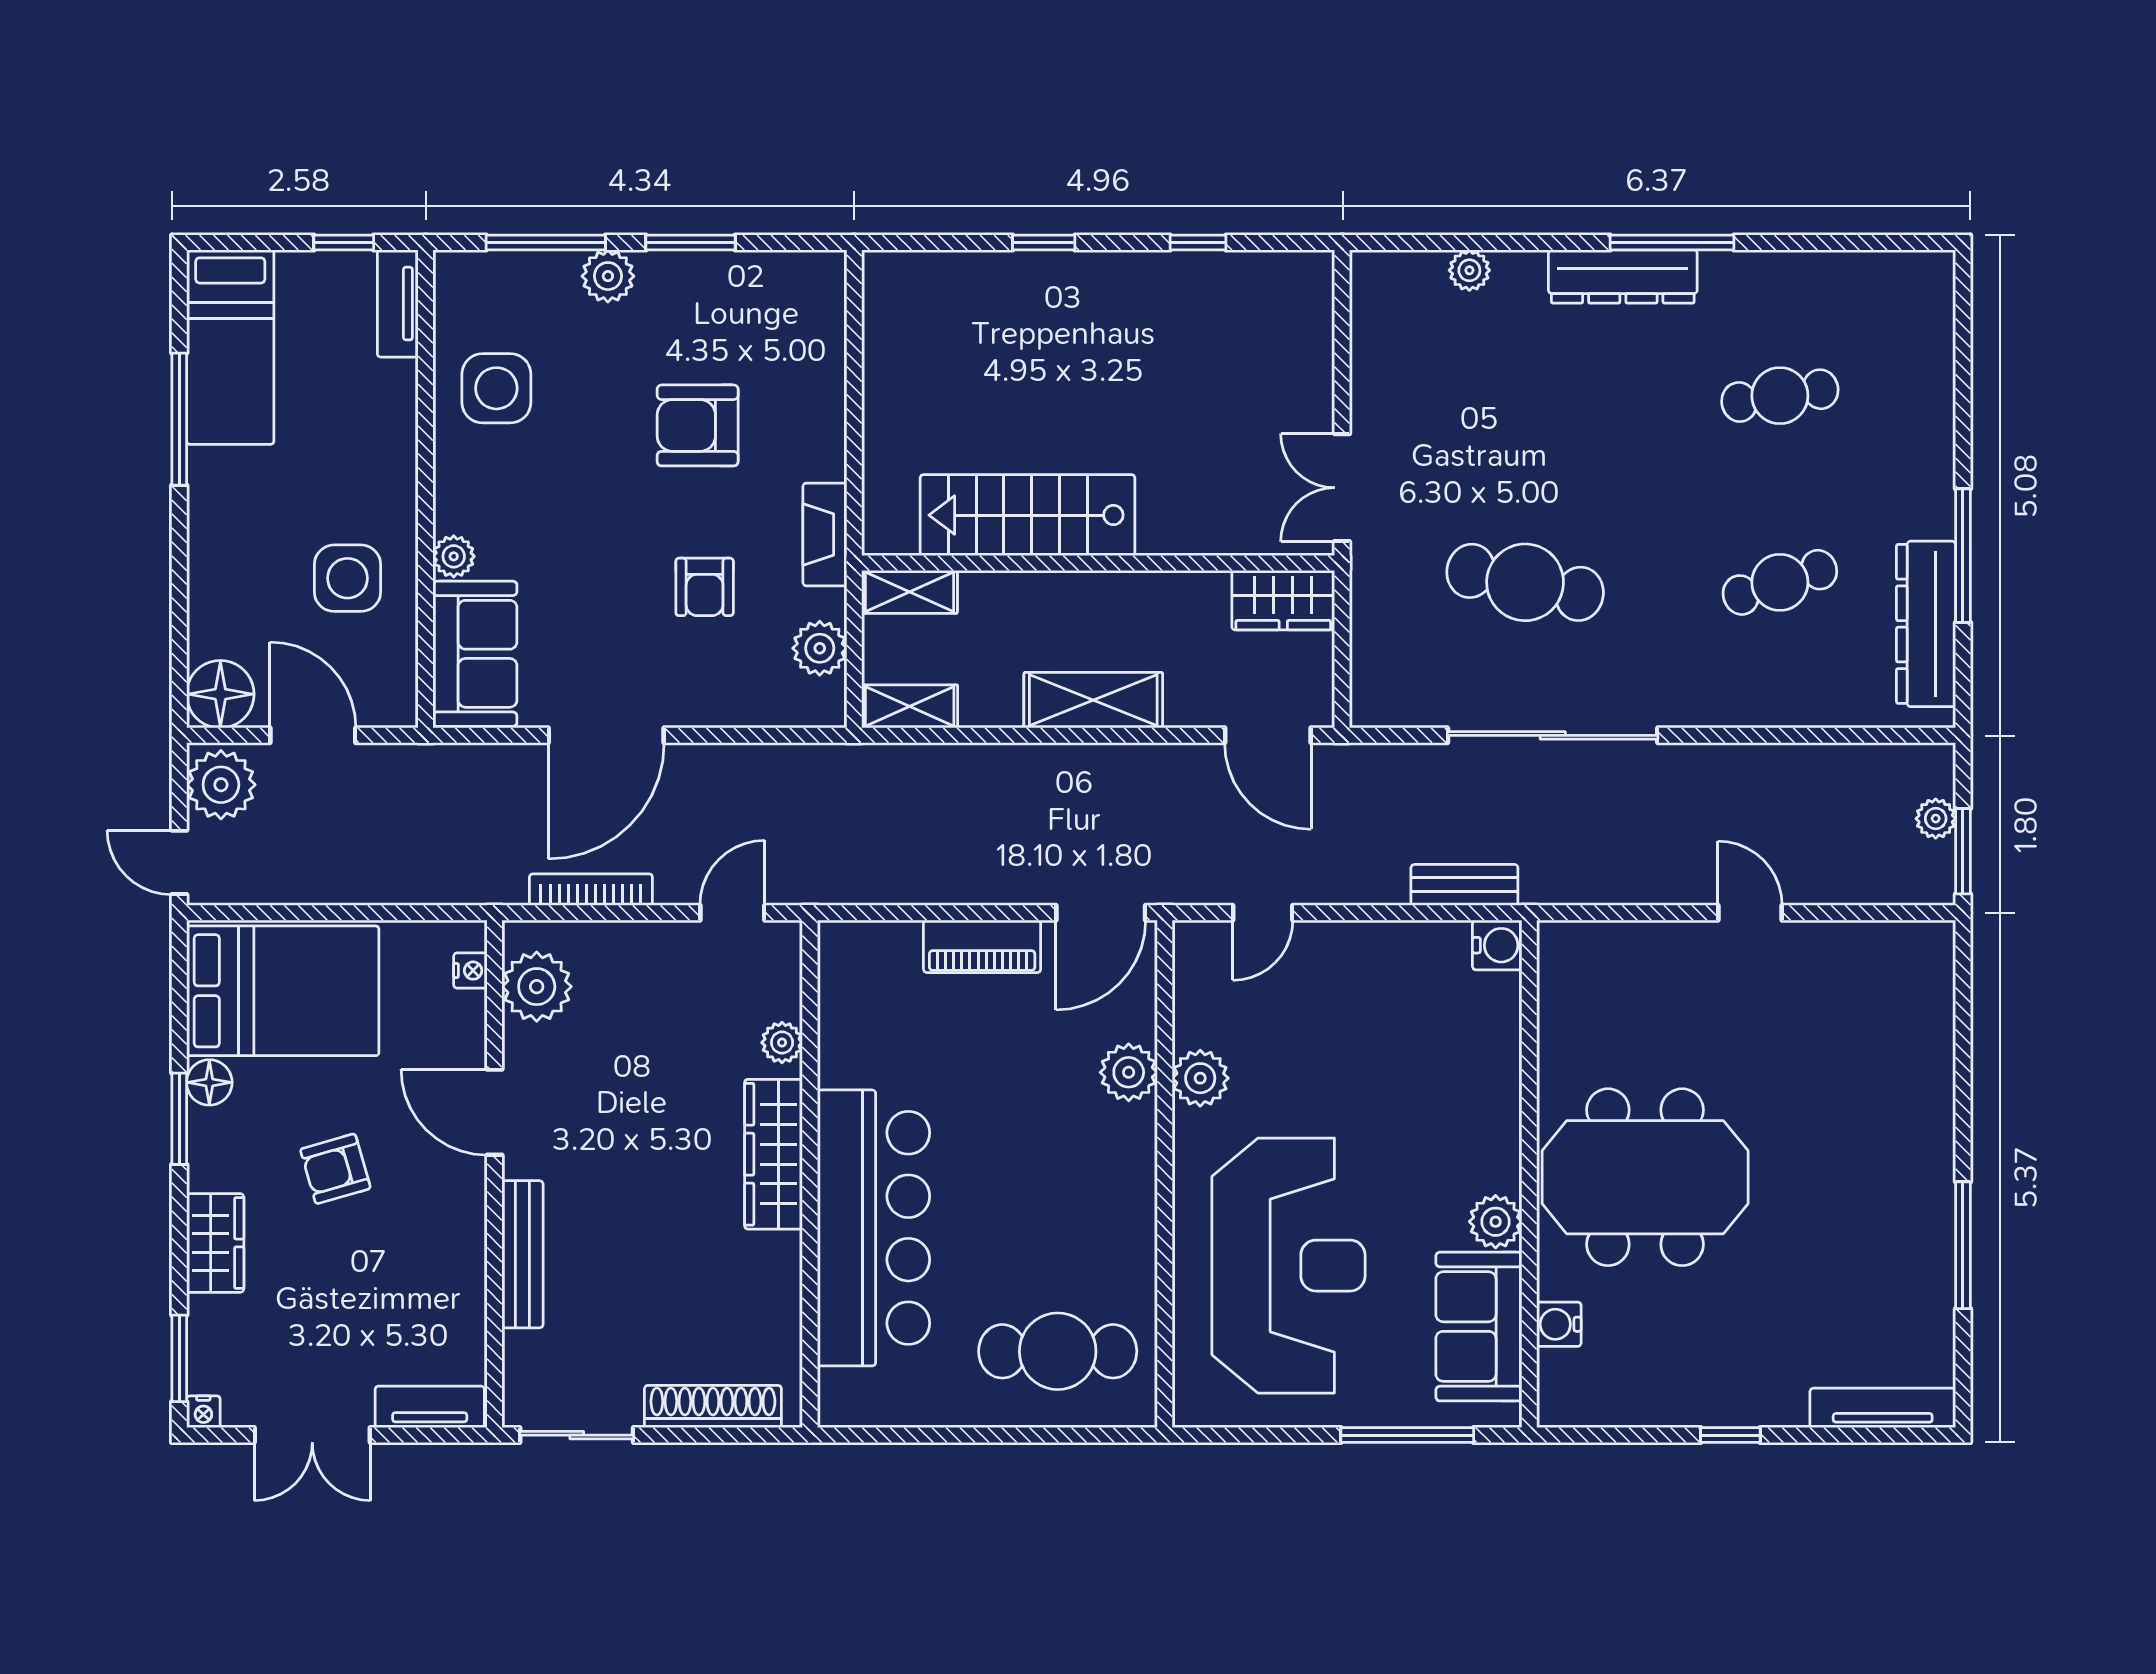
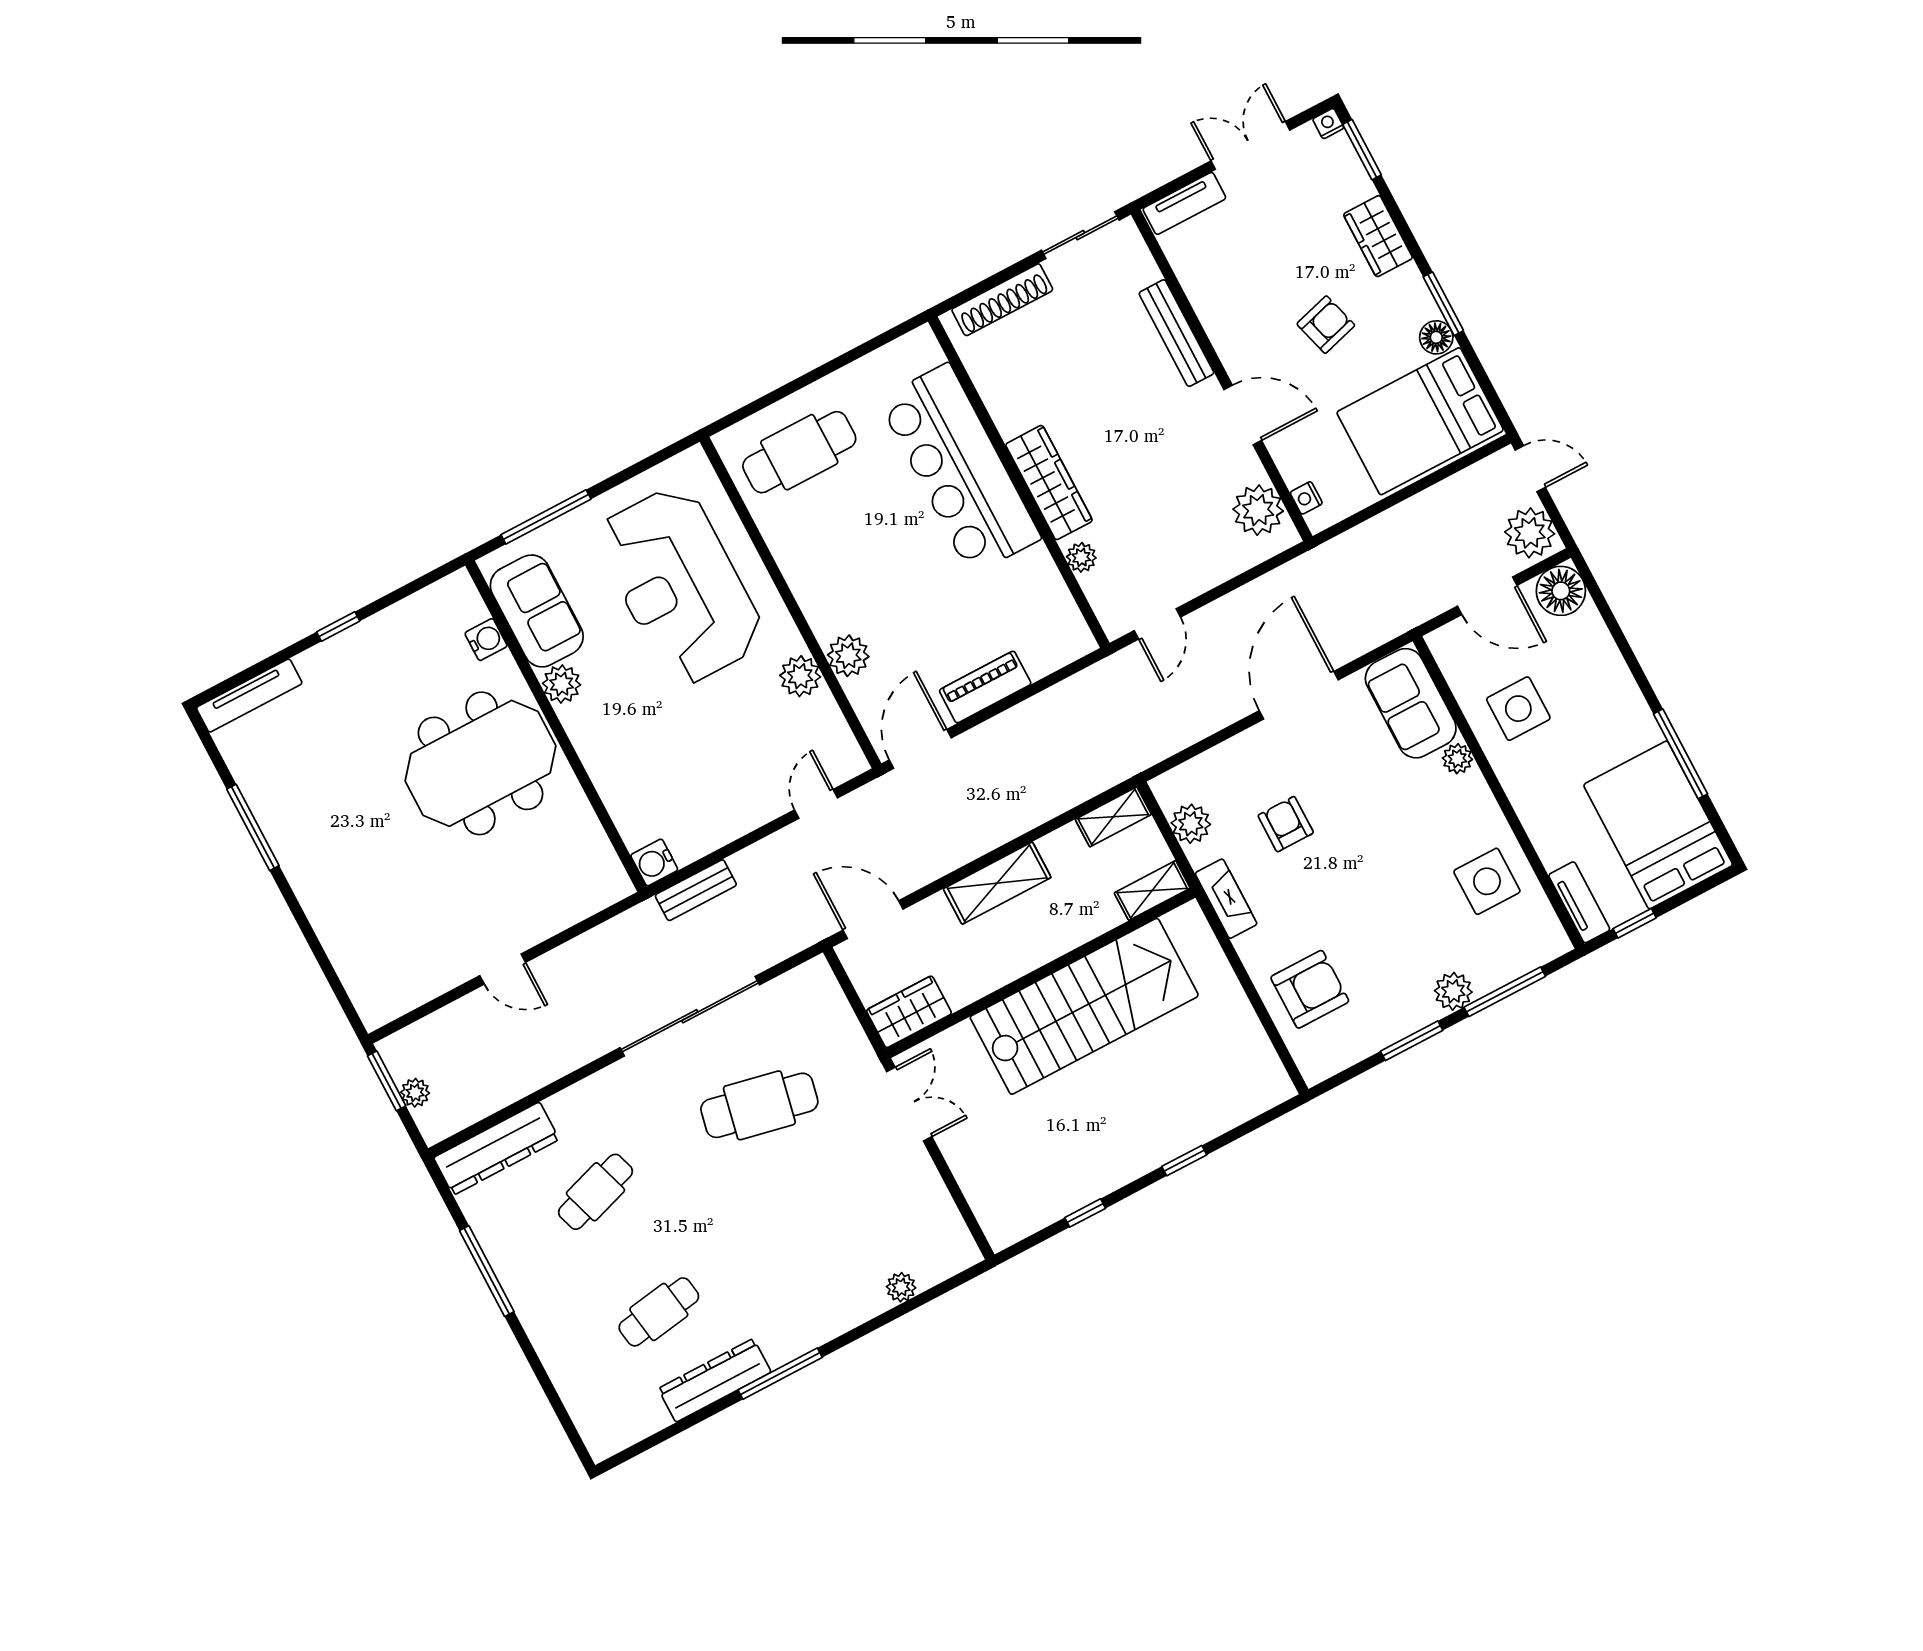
dresser: (1623, 277) -> (715, 1380), moved
bed: (230, 347) -> (1658, 825), width x1.50
armchair: (698, 425) -> (1310, 989), moved
stairs: (1028, 515) -> (1084, 1006), width x1.36, depth x1.51
dresser: (1926, 624) -> (496, 1149), moved, turned 90
bookcase: (591, 890) -> (1256, 591), removed

